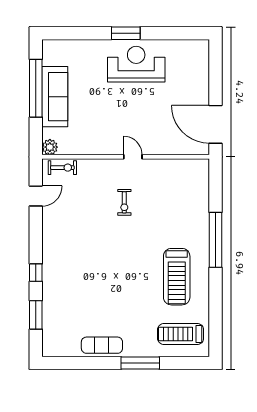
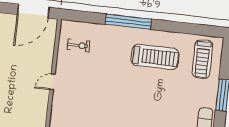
exercise bike: (124, 202) -> (78, 45), moved

